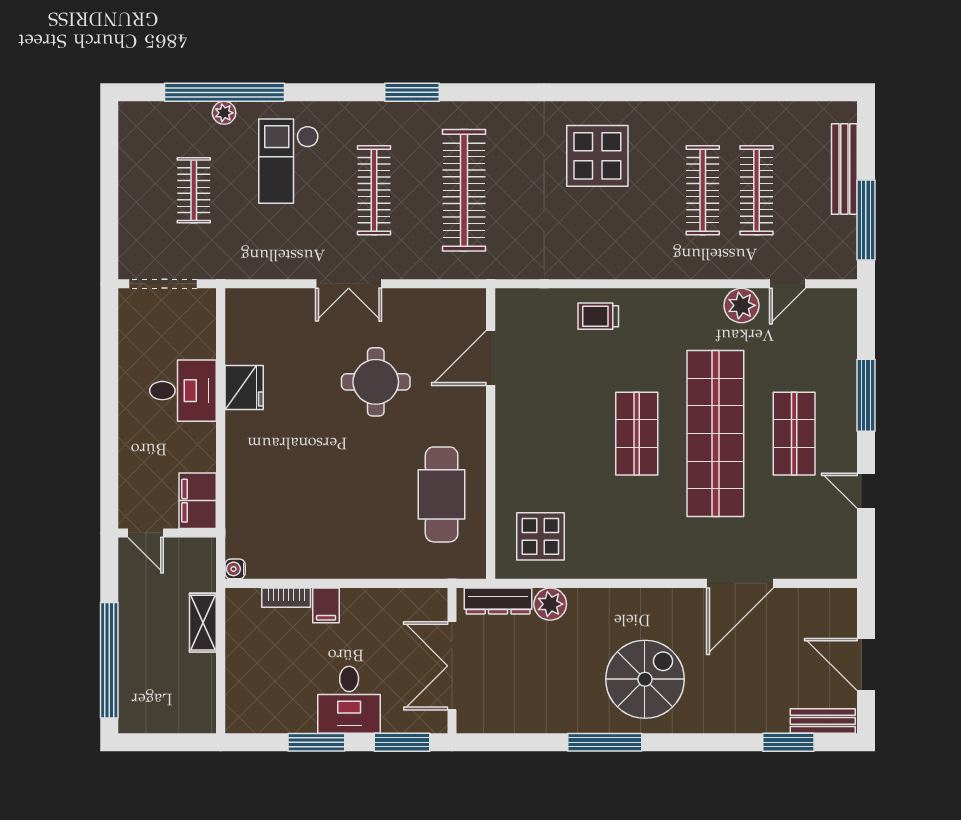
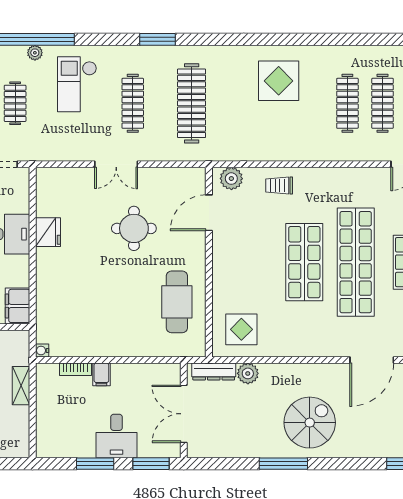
plant: (741, 305) -> (231, 179), moved
shop shelf: (637, 434) -> (304, 262), width x1.43, depth x1.36

